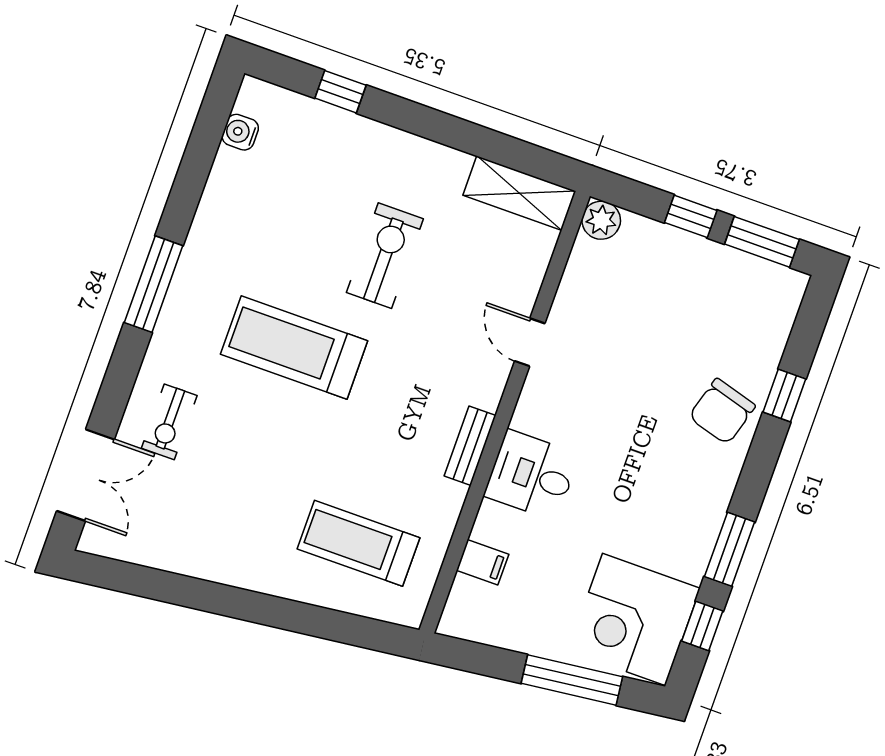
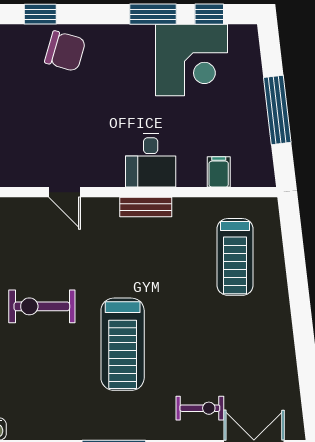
door: (530, 342) -> (65, 192), hinge flipped
corner desk: (634, 620) -> (191, 60), moved
window: (572, 680) -> (277, 110), moved

